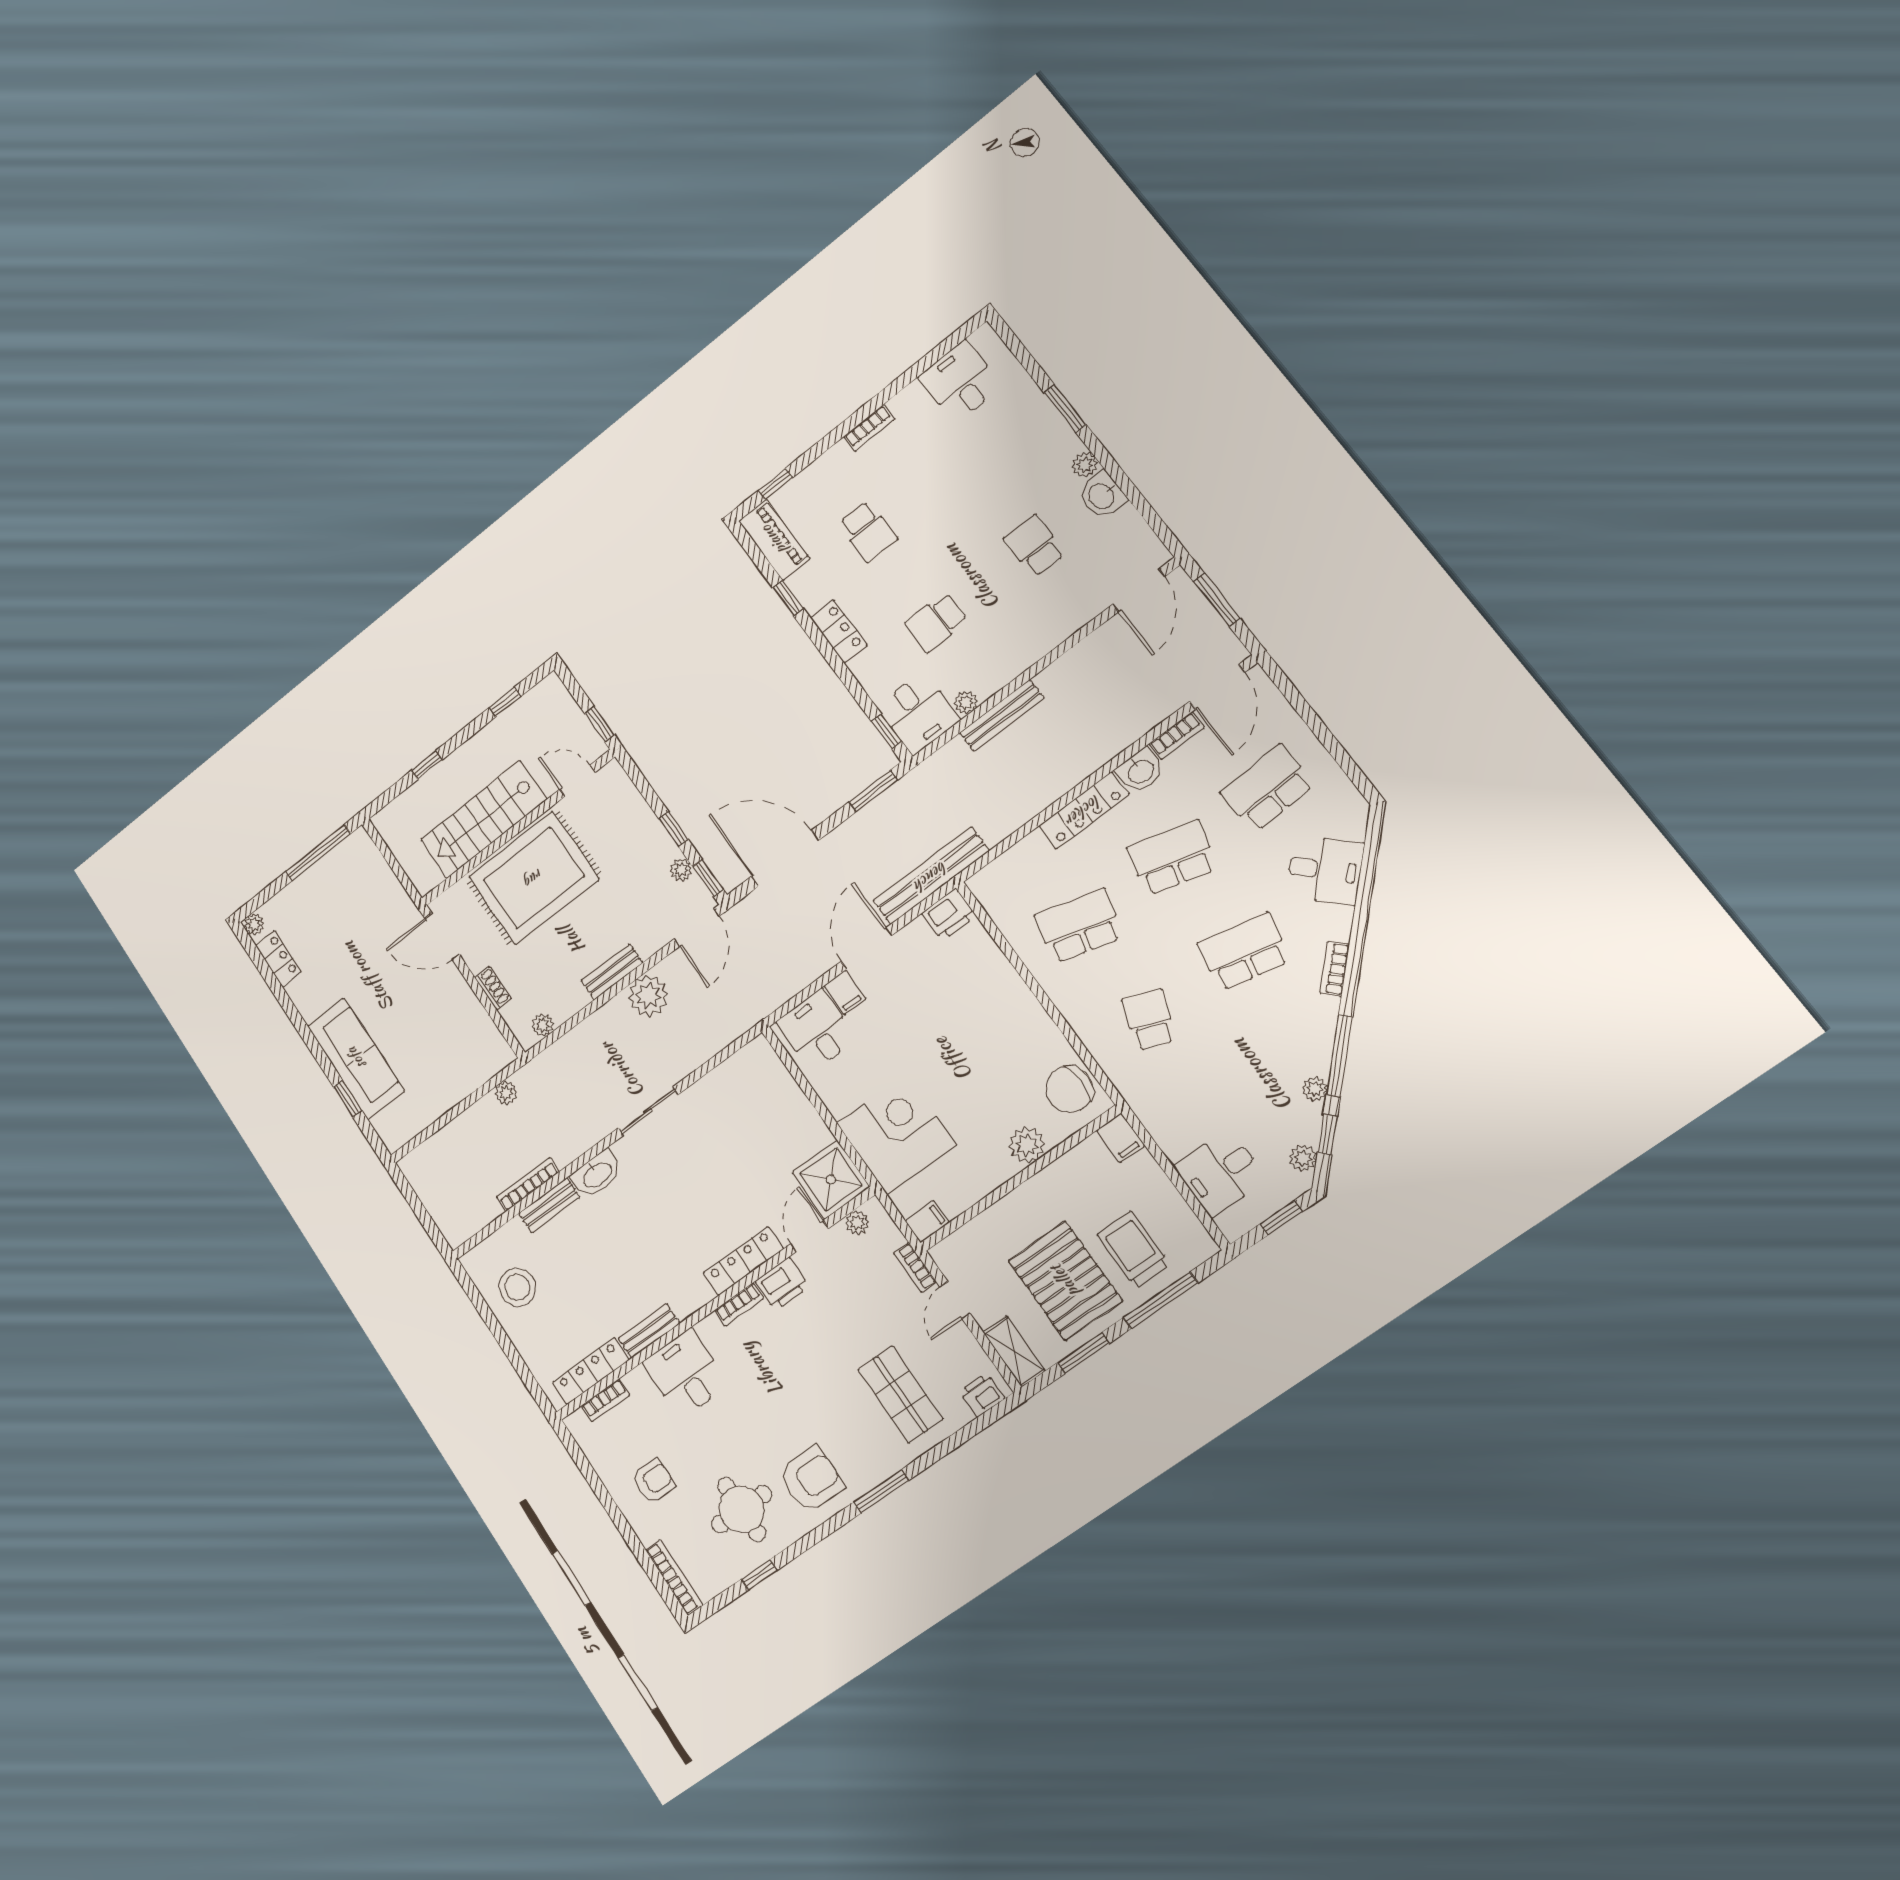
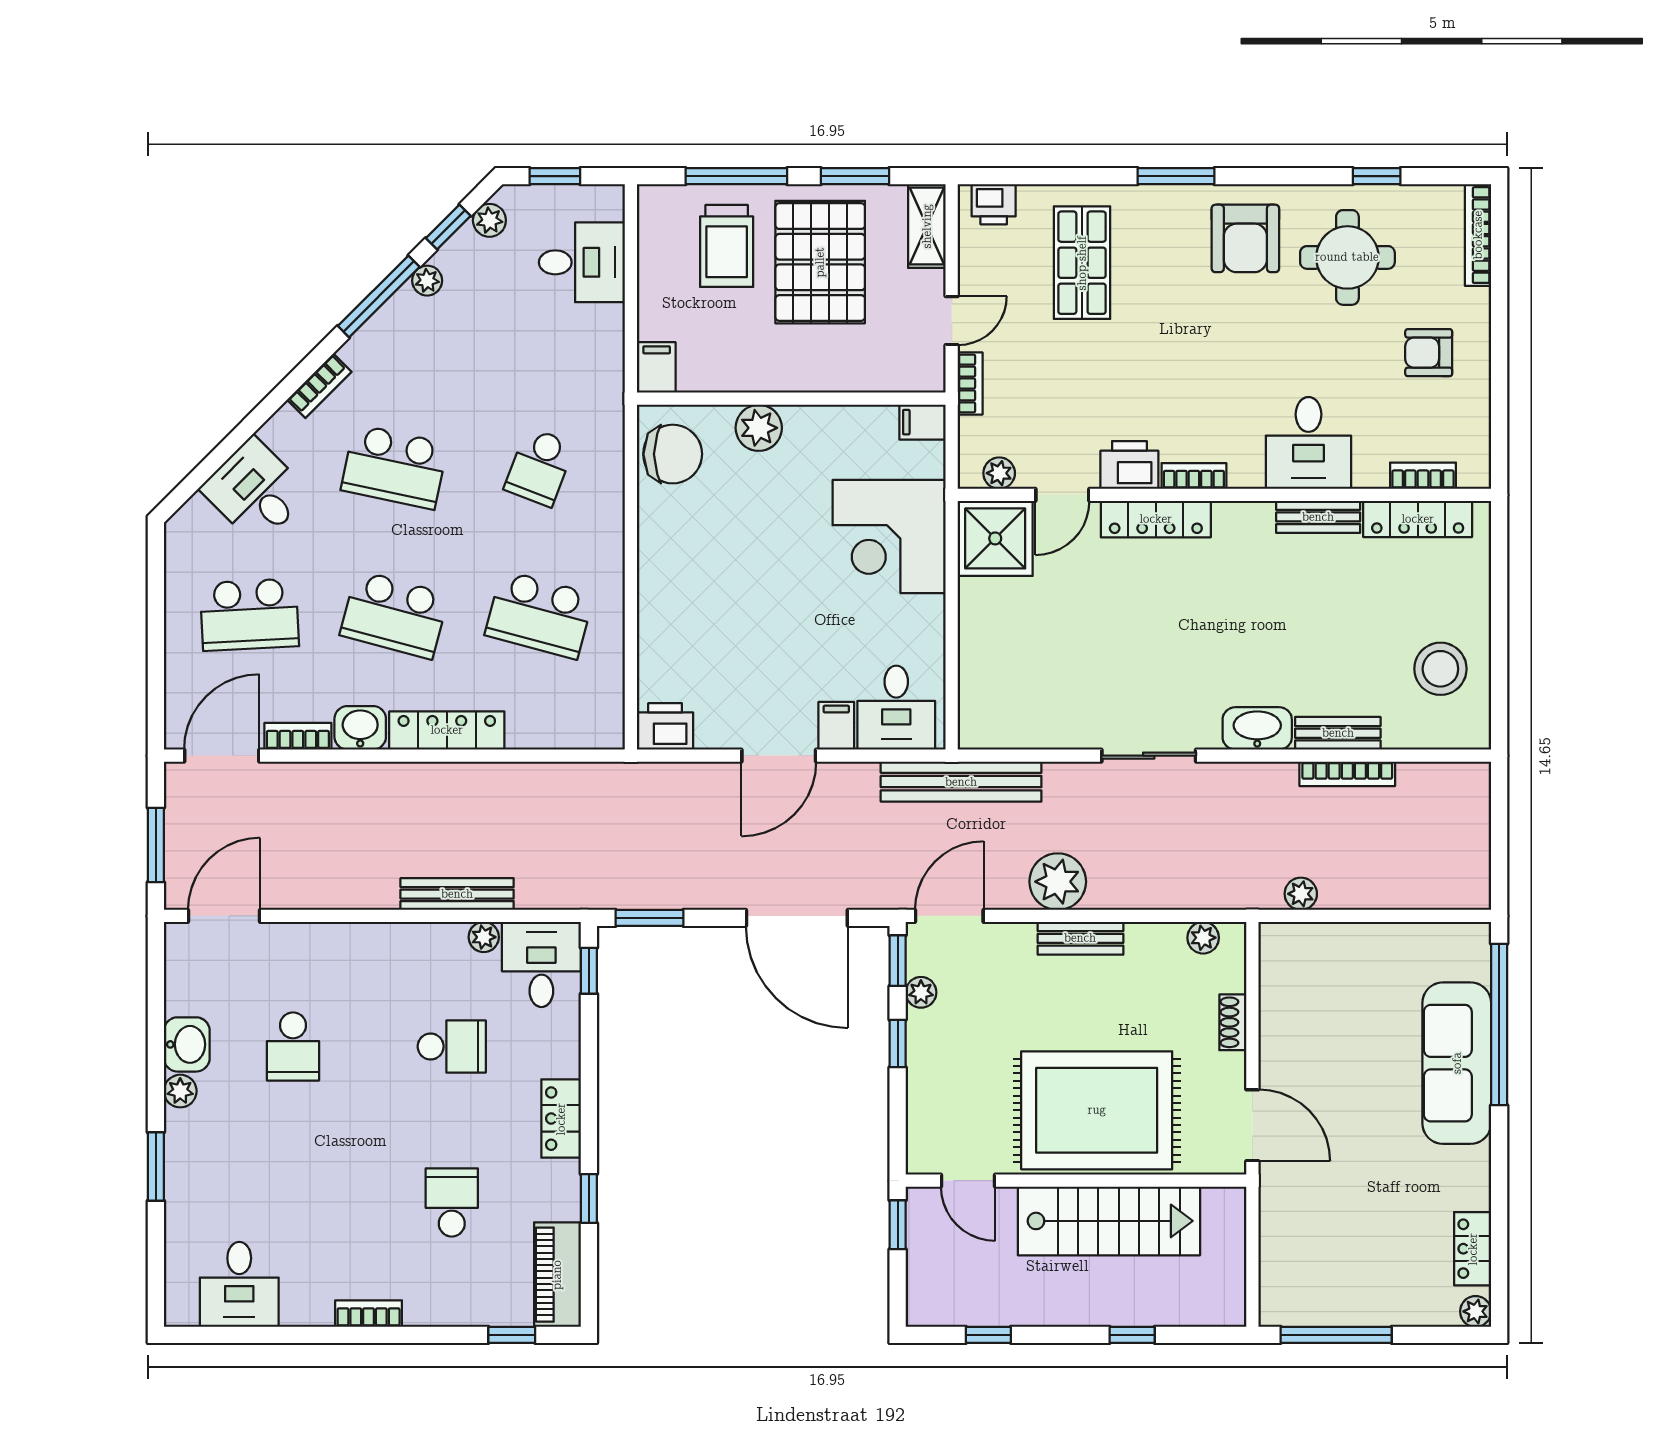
bench: (931, 876) -> (961, 782), moved
window: (348, 1099) -> (1499, 1024), width x3.17
armchair: (811, 1479) -> (1245, 238), turned -90

